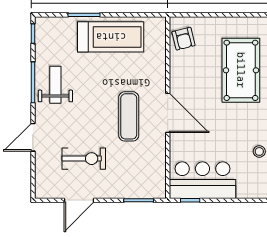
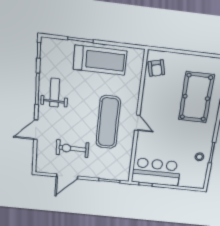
door: (168, 113) -> (137, 123), width x0.53
exercise mat: (129, 116) -> (108, 122), width x1.36, depth x1.45
exercise bike: (84, 159) -> (72, 149), turned 180

